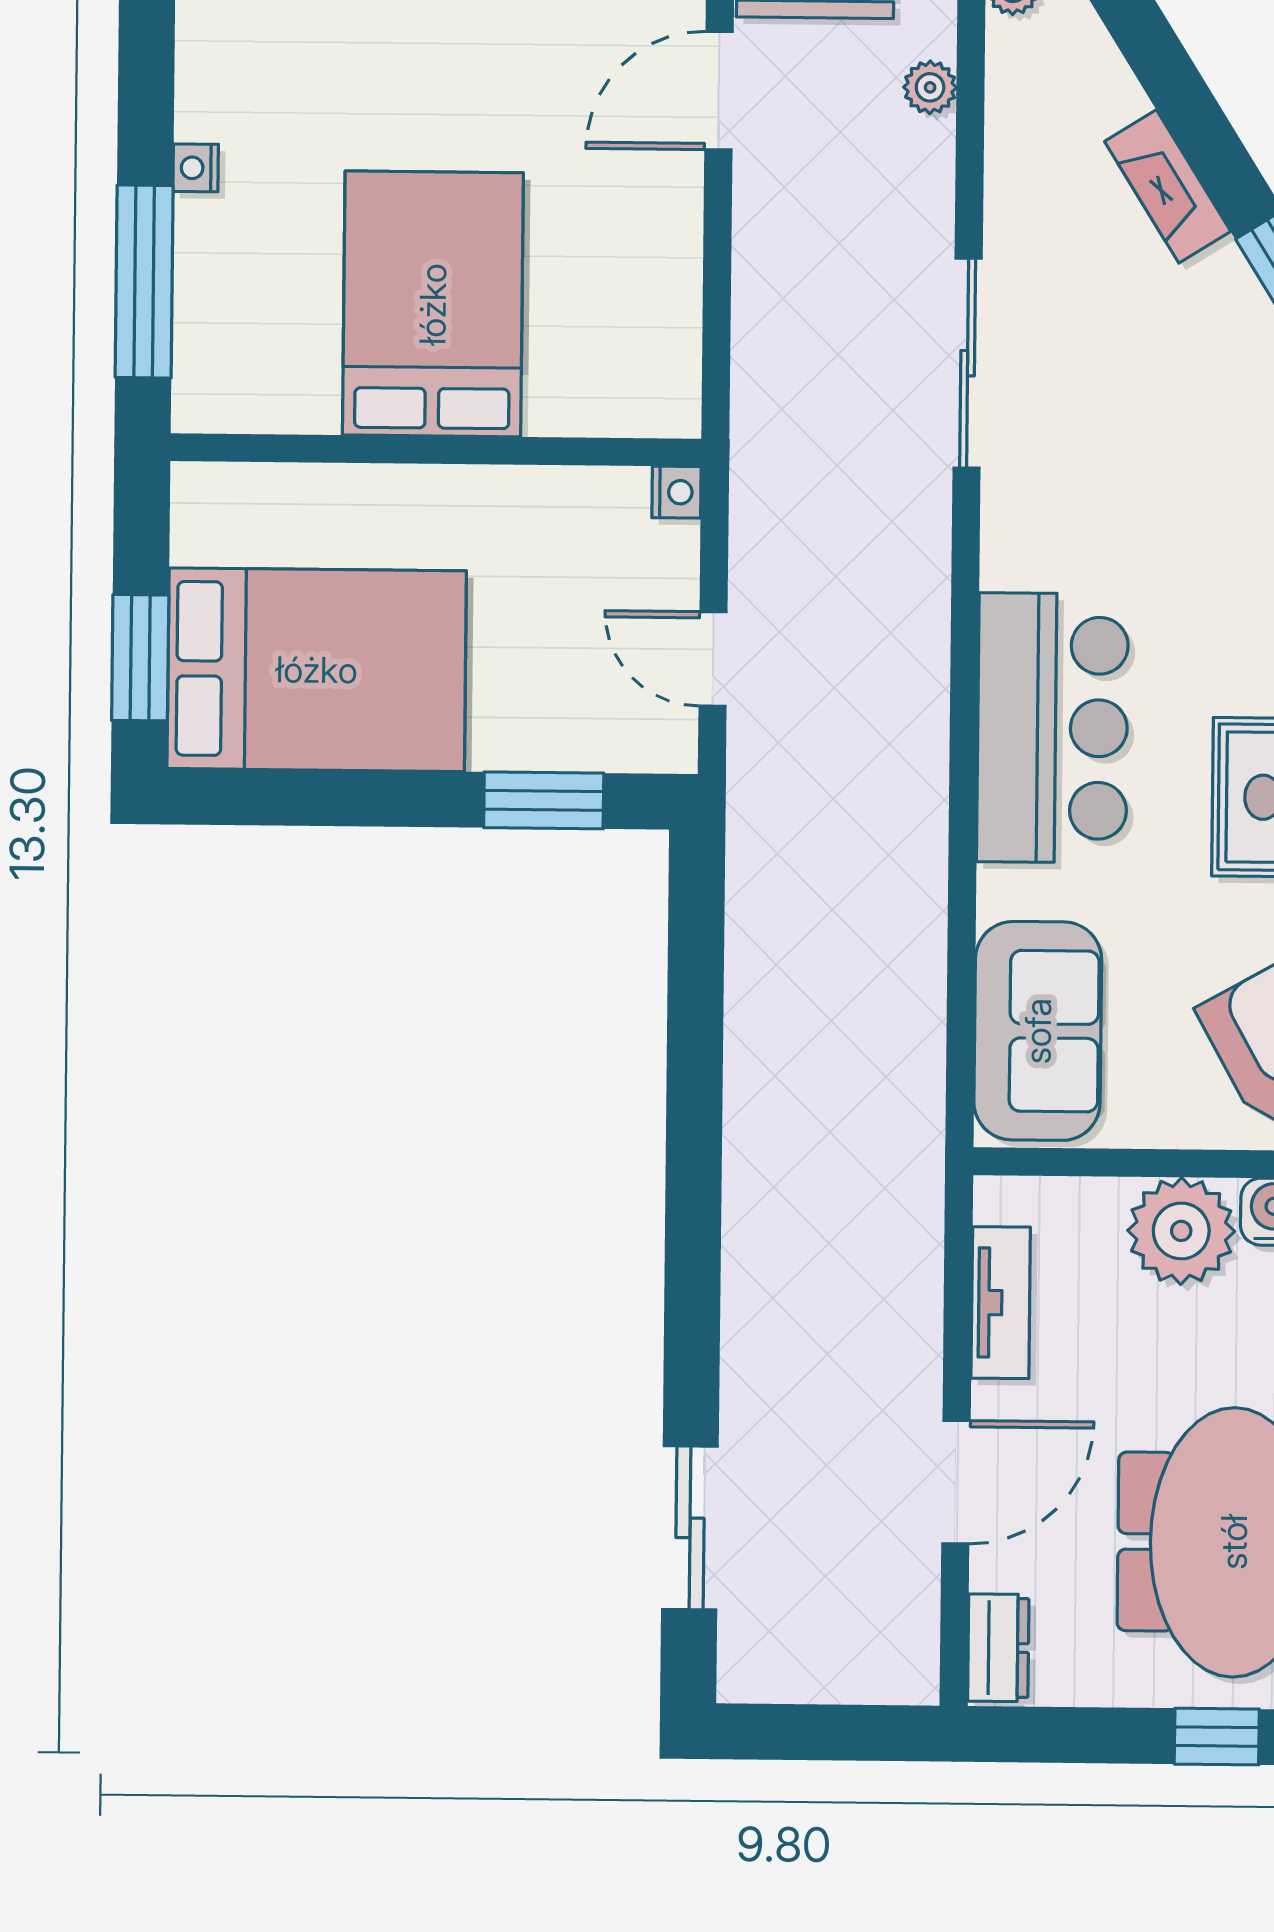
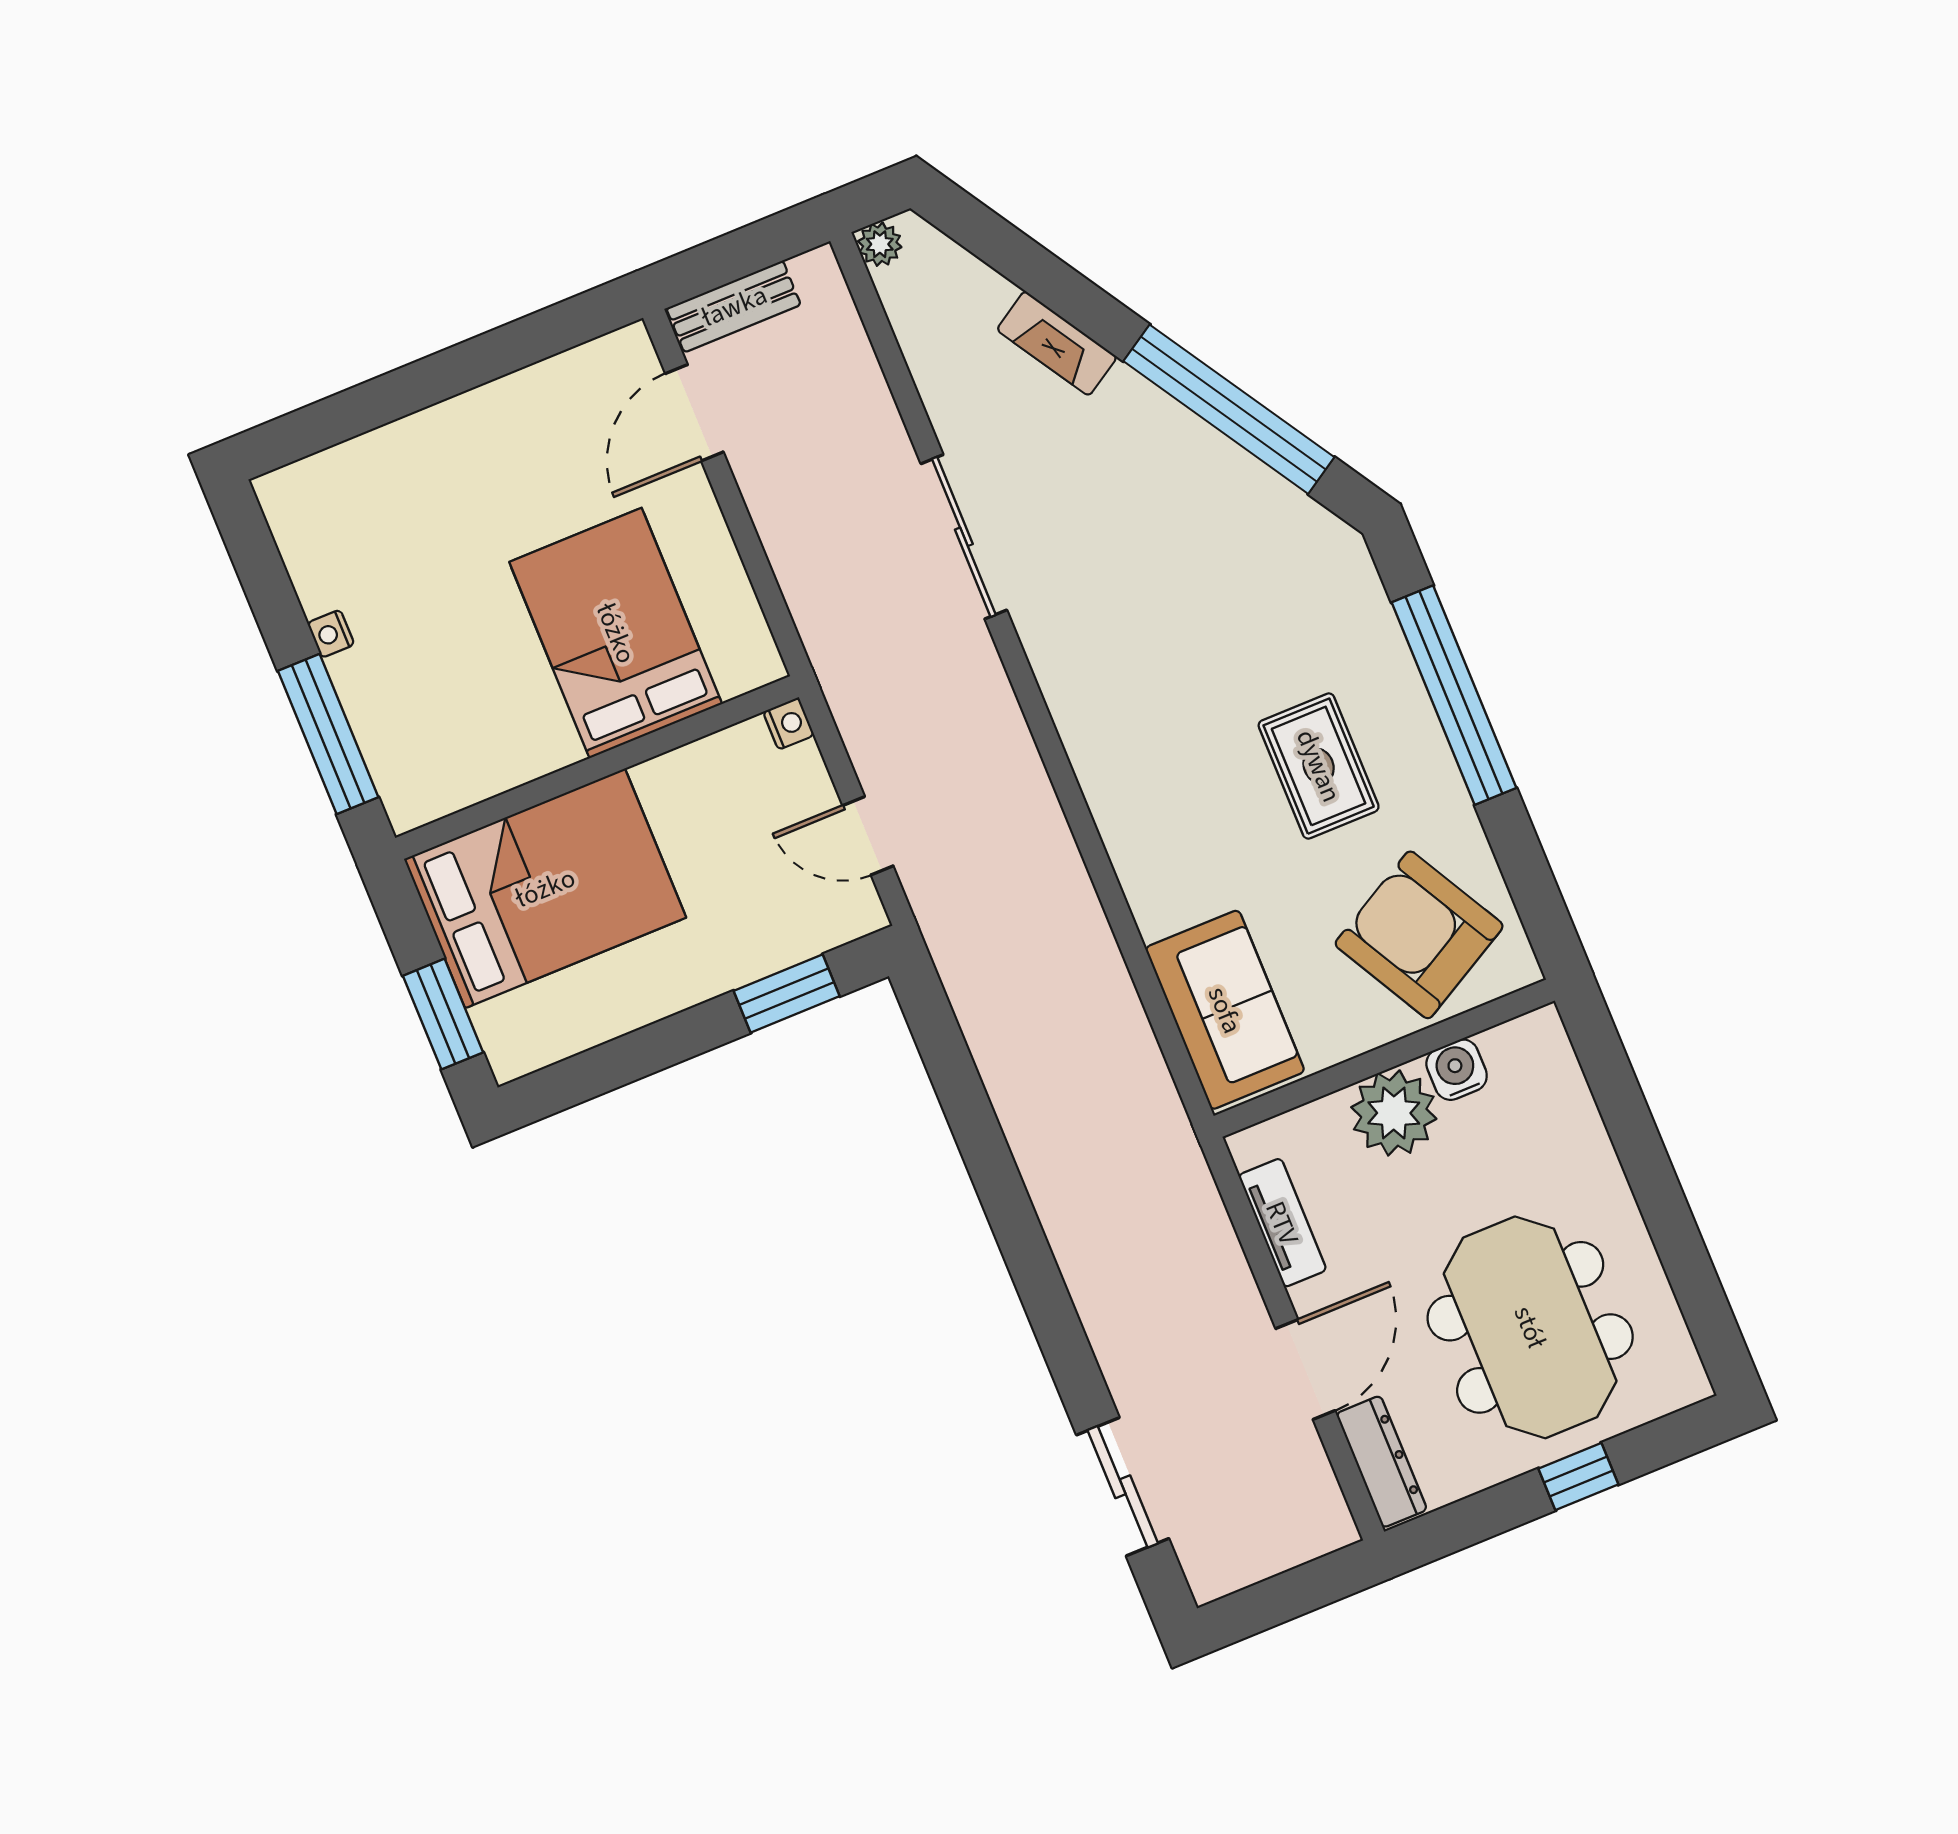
plant: (930, 87) -> (850, 344), removed
bed: (433, 304) -> (616, 633), moved
bed: (317, 670) -> (545, 888), moved
bar counter: (1052, 728) -> (1141, 780), removed
dresser: (998, 1648) -> (1382, 1462), width x1.44

